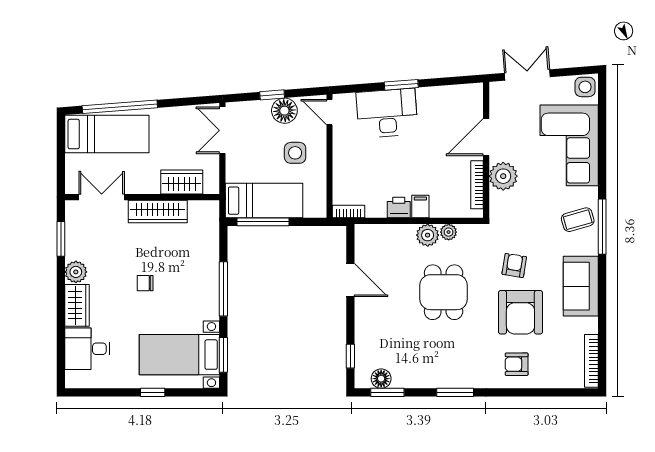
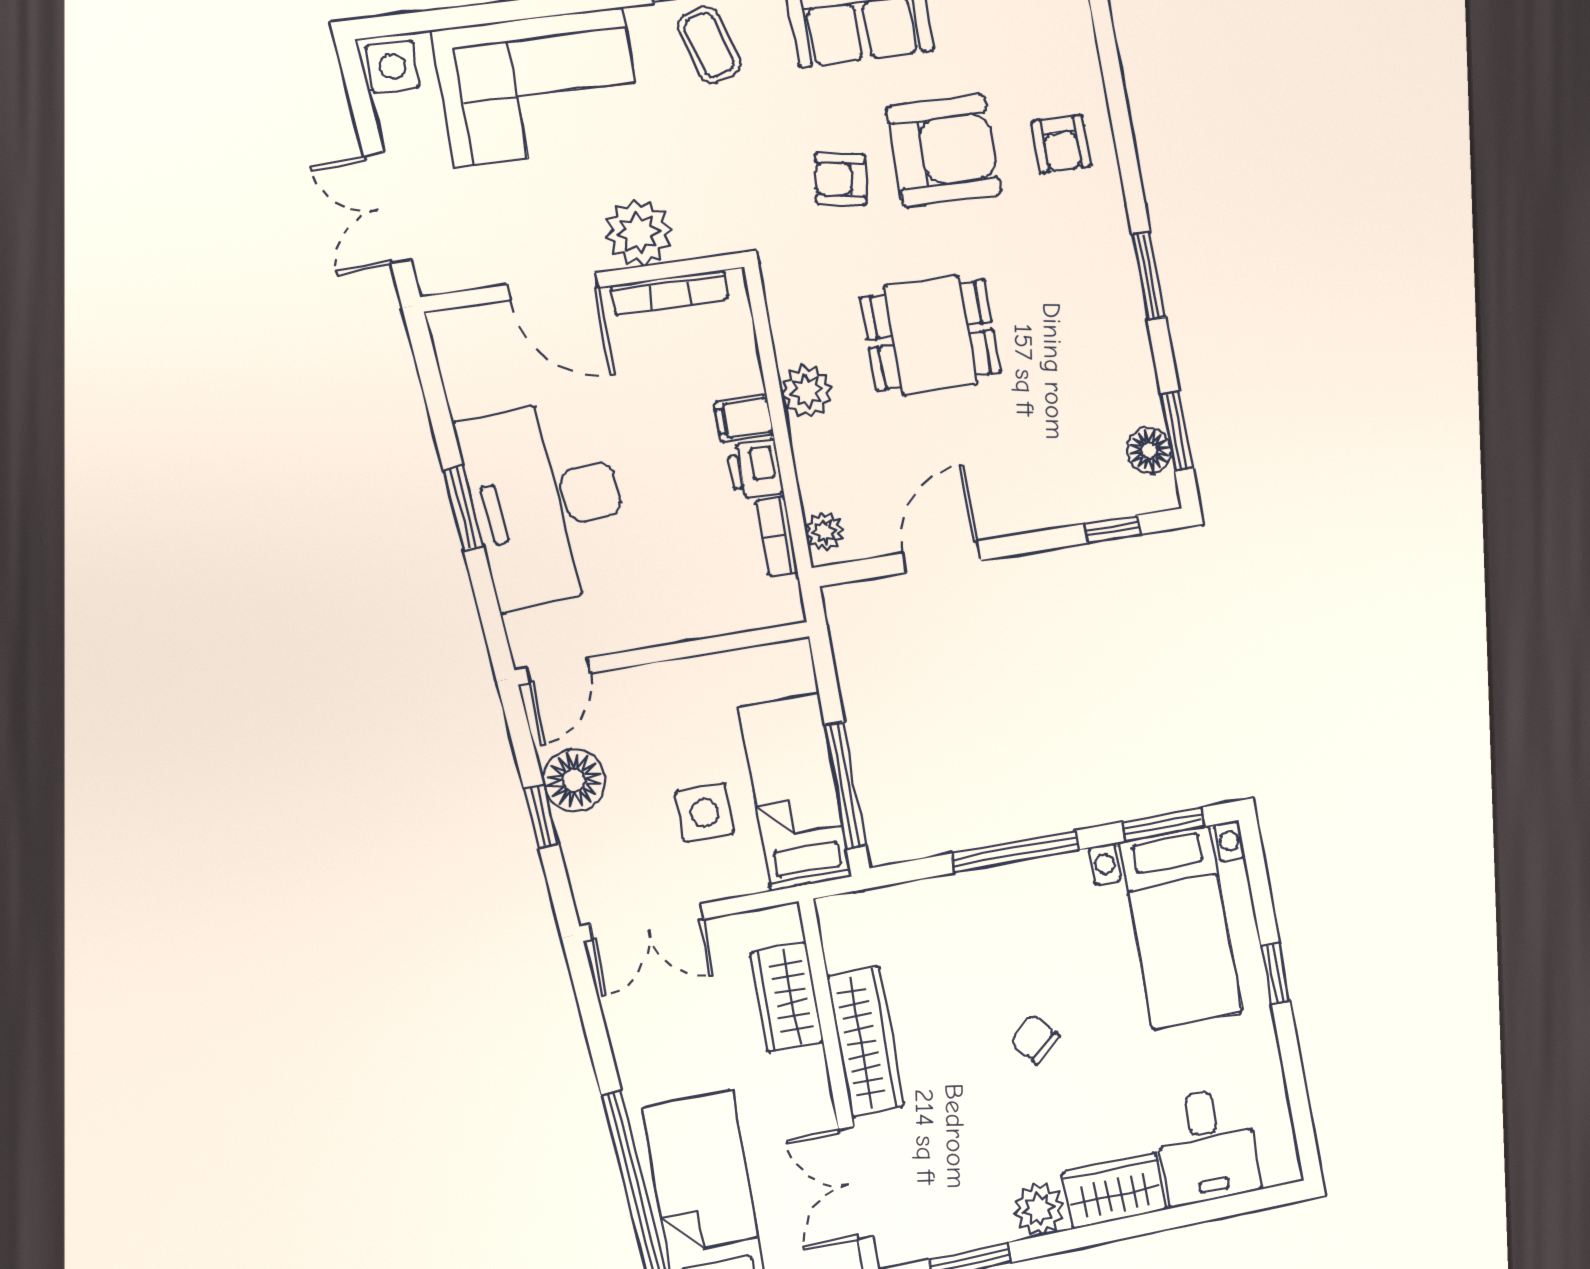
desk: (387, 113) -> (547, 502), width x1.36, depth x1.30
side table: (295, 153) -> (705, 813), moved
bookcase: (349, 212) -> (777, 536), moved
plant: (449, 232) -> (824, 532), moved
chair: (145, 283) -> (1035, 1039), turned 140

